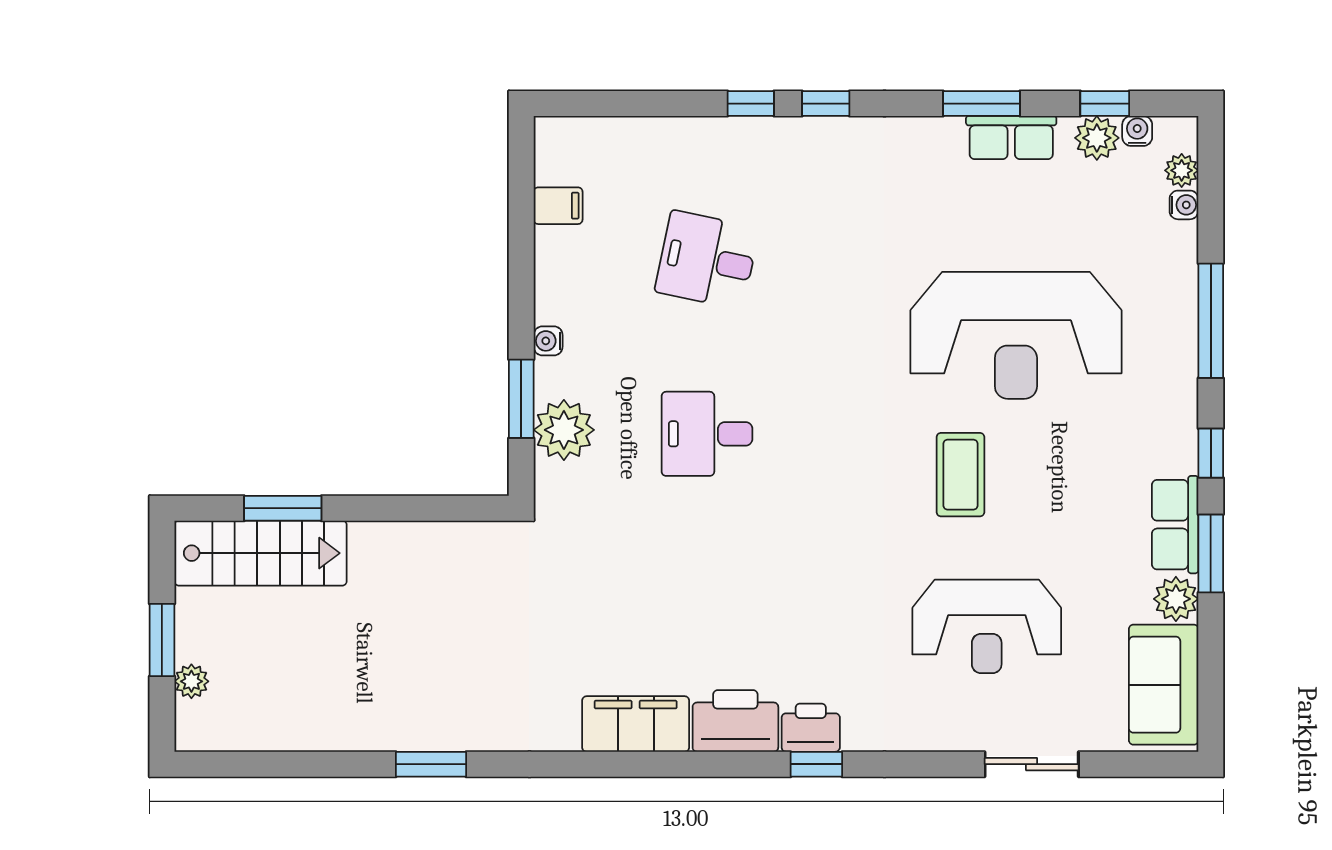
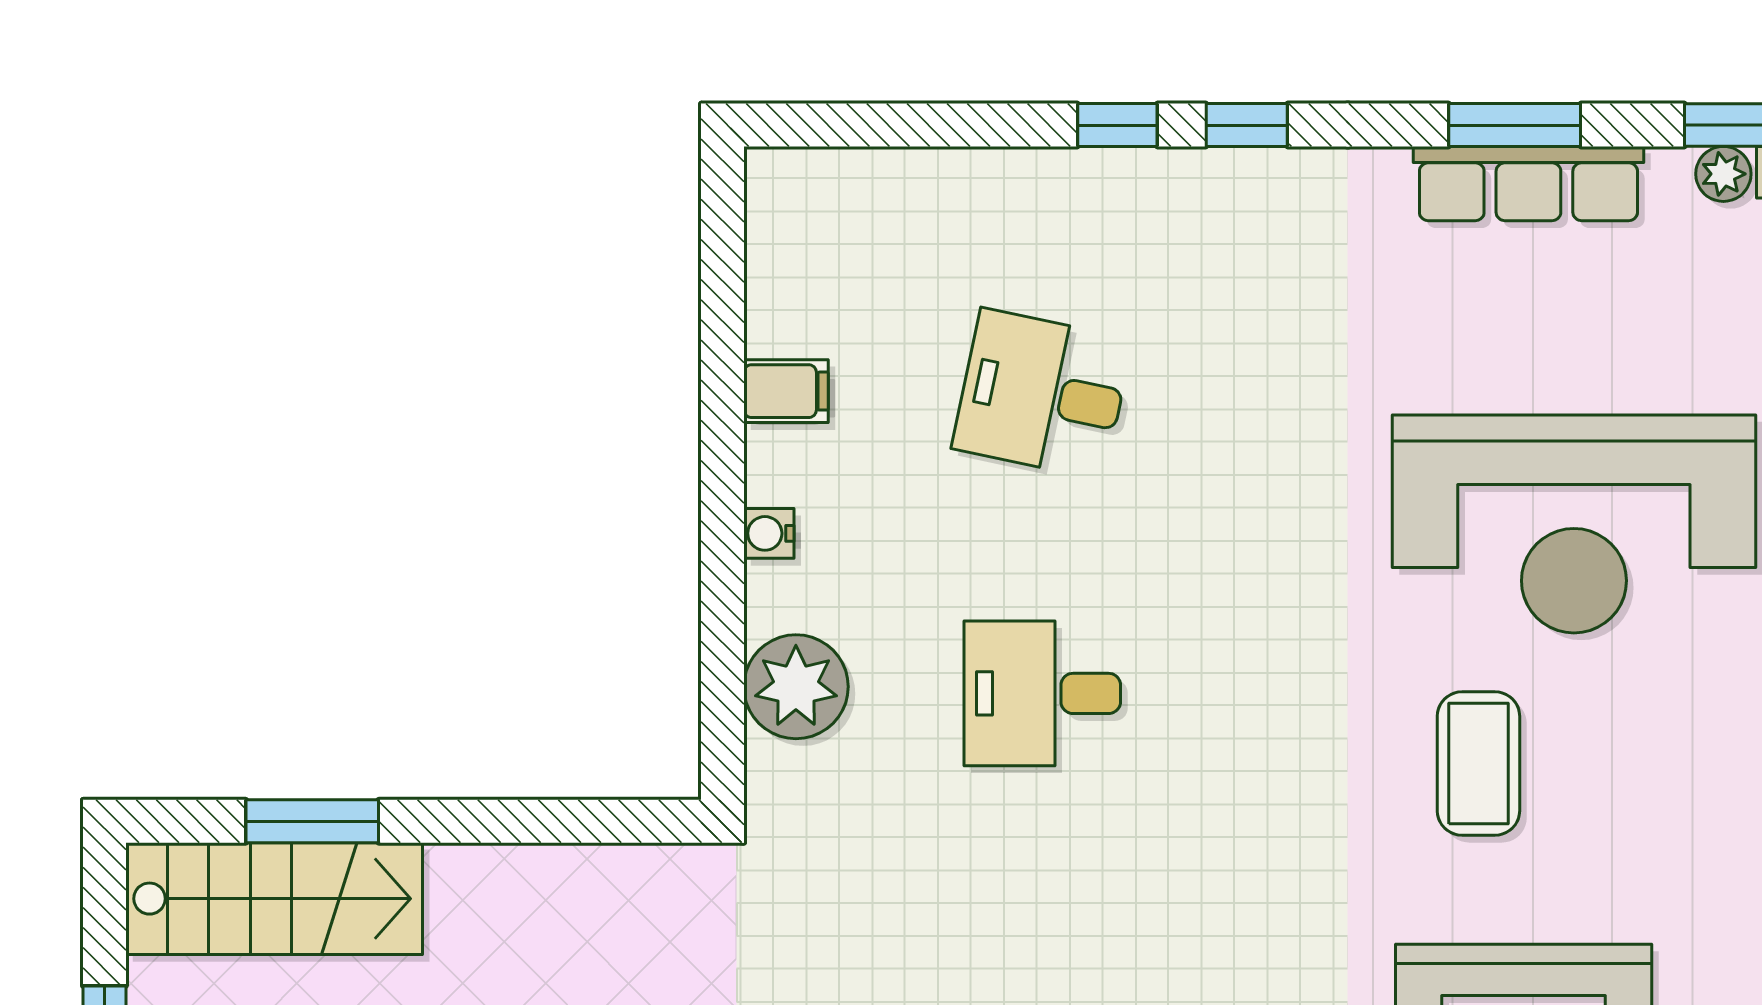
row of seats: (1011, 138) -> (1528, 184), width x1.48
plant: (1097, 138) -> (1723, 174), width x0.73, depth x0.73
filing cabinet: (558, 206) -> (786, 391), moved
window: (521, 399) -> (723, 633), removed

